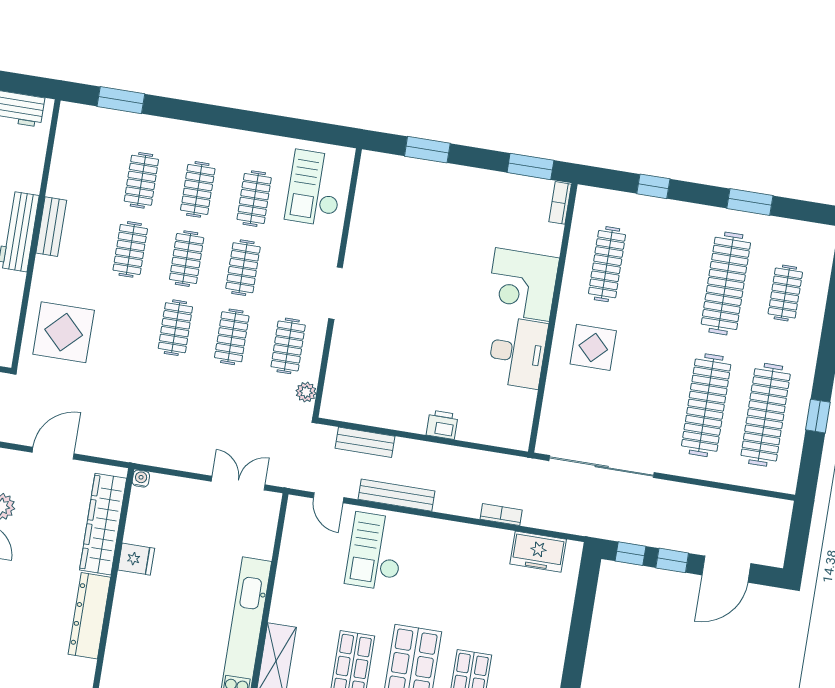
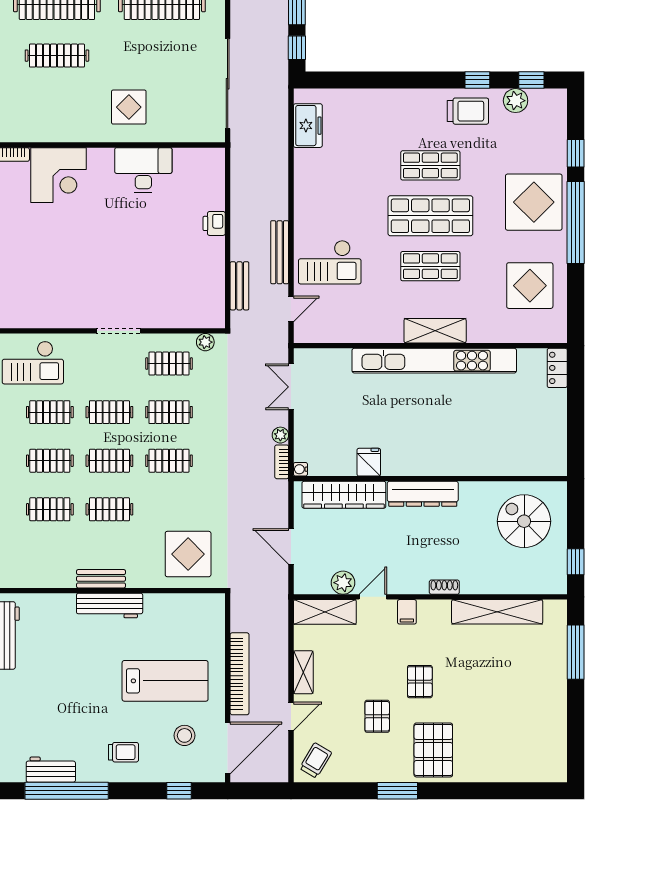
clothes rail: (607, 264) -> (57, 56), moved
corner desk: (522, 285) -> (58, 175), moved
plant: (184, 462) -> (280, 435), added
bookcase: (501, 515) -> (282, 462), moved

